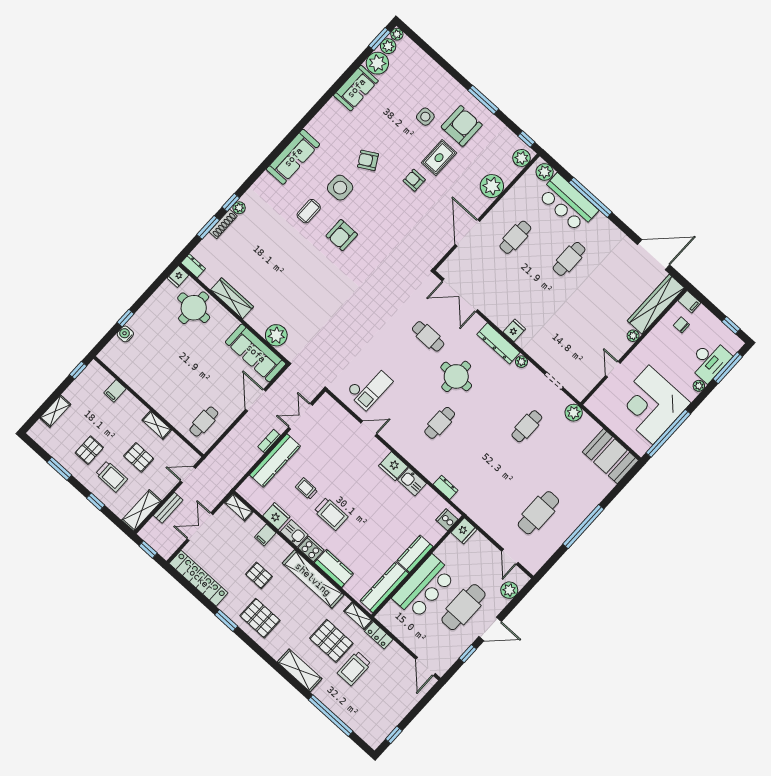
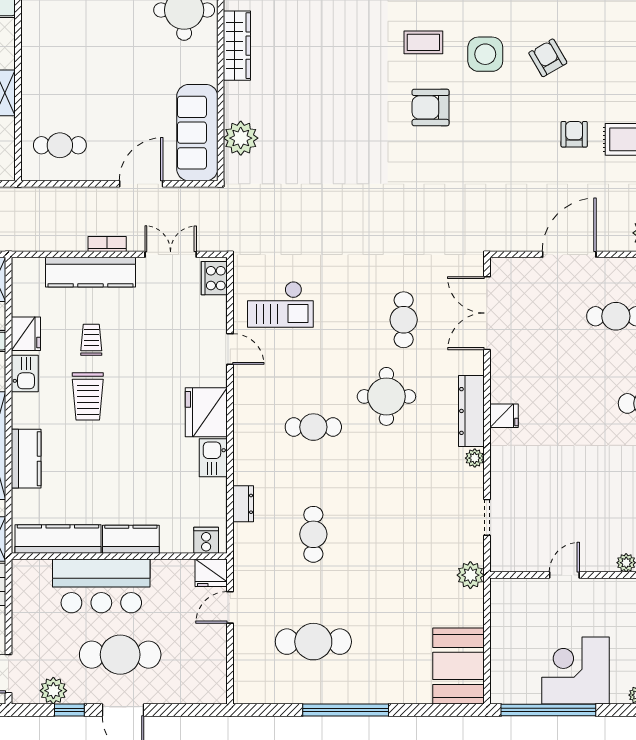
corner desk: (651, 405) -> (575, 671), width x0.74, depth x0.74
cafe table: (527, 426) -> (313, 534), moved, turned 90
fridge: (393, 466) -> (206, 412), width x1.36, depth x1.34
cooker: (311, 549) -> (214, 278), moved, turned 180
door: (510, 557) -> (230, 607), moved
plant: (509, 590) -> (53, 691), moved

